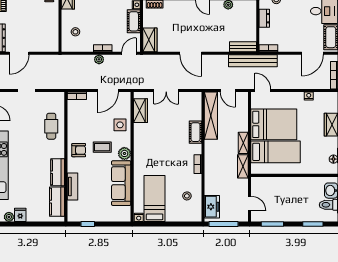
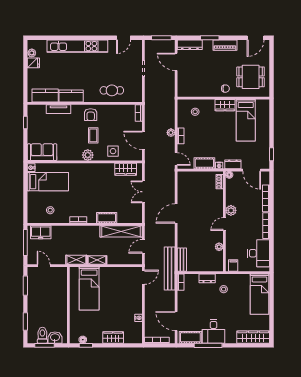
wardrobe: (150, 40) -> (188, 177), removed
bed: (274, 124) -> (113, 287), removed
sofa: (121, 183) -> (42, 152), moved, width x0.73
door: (250, 203) -> (44, 266), swing flipped

